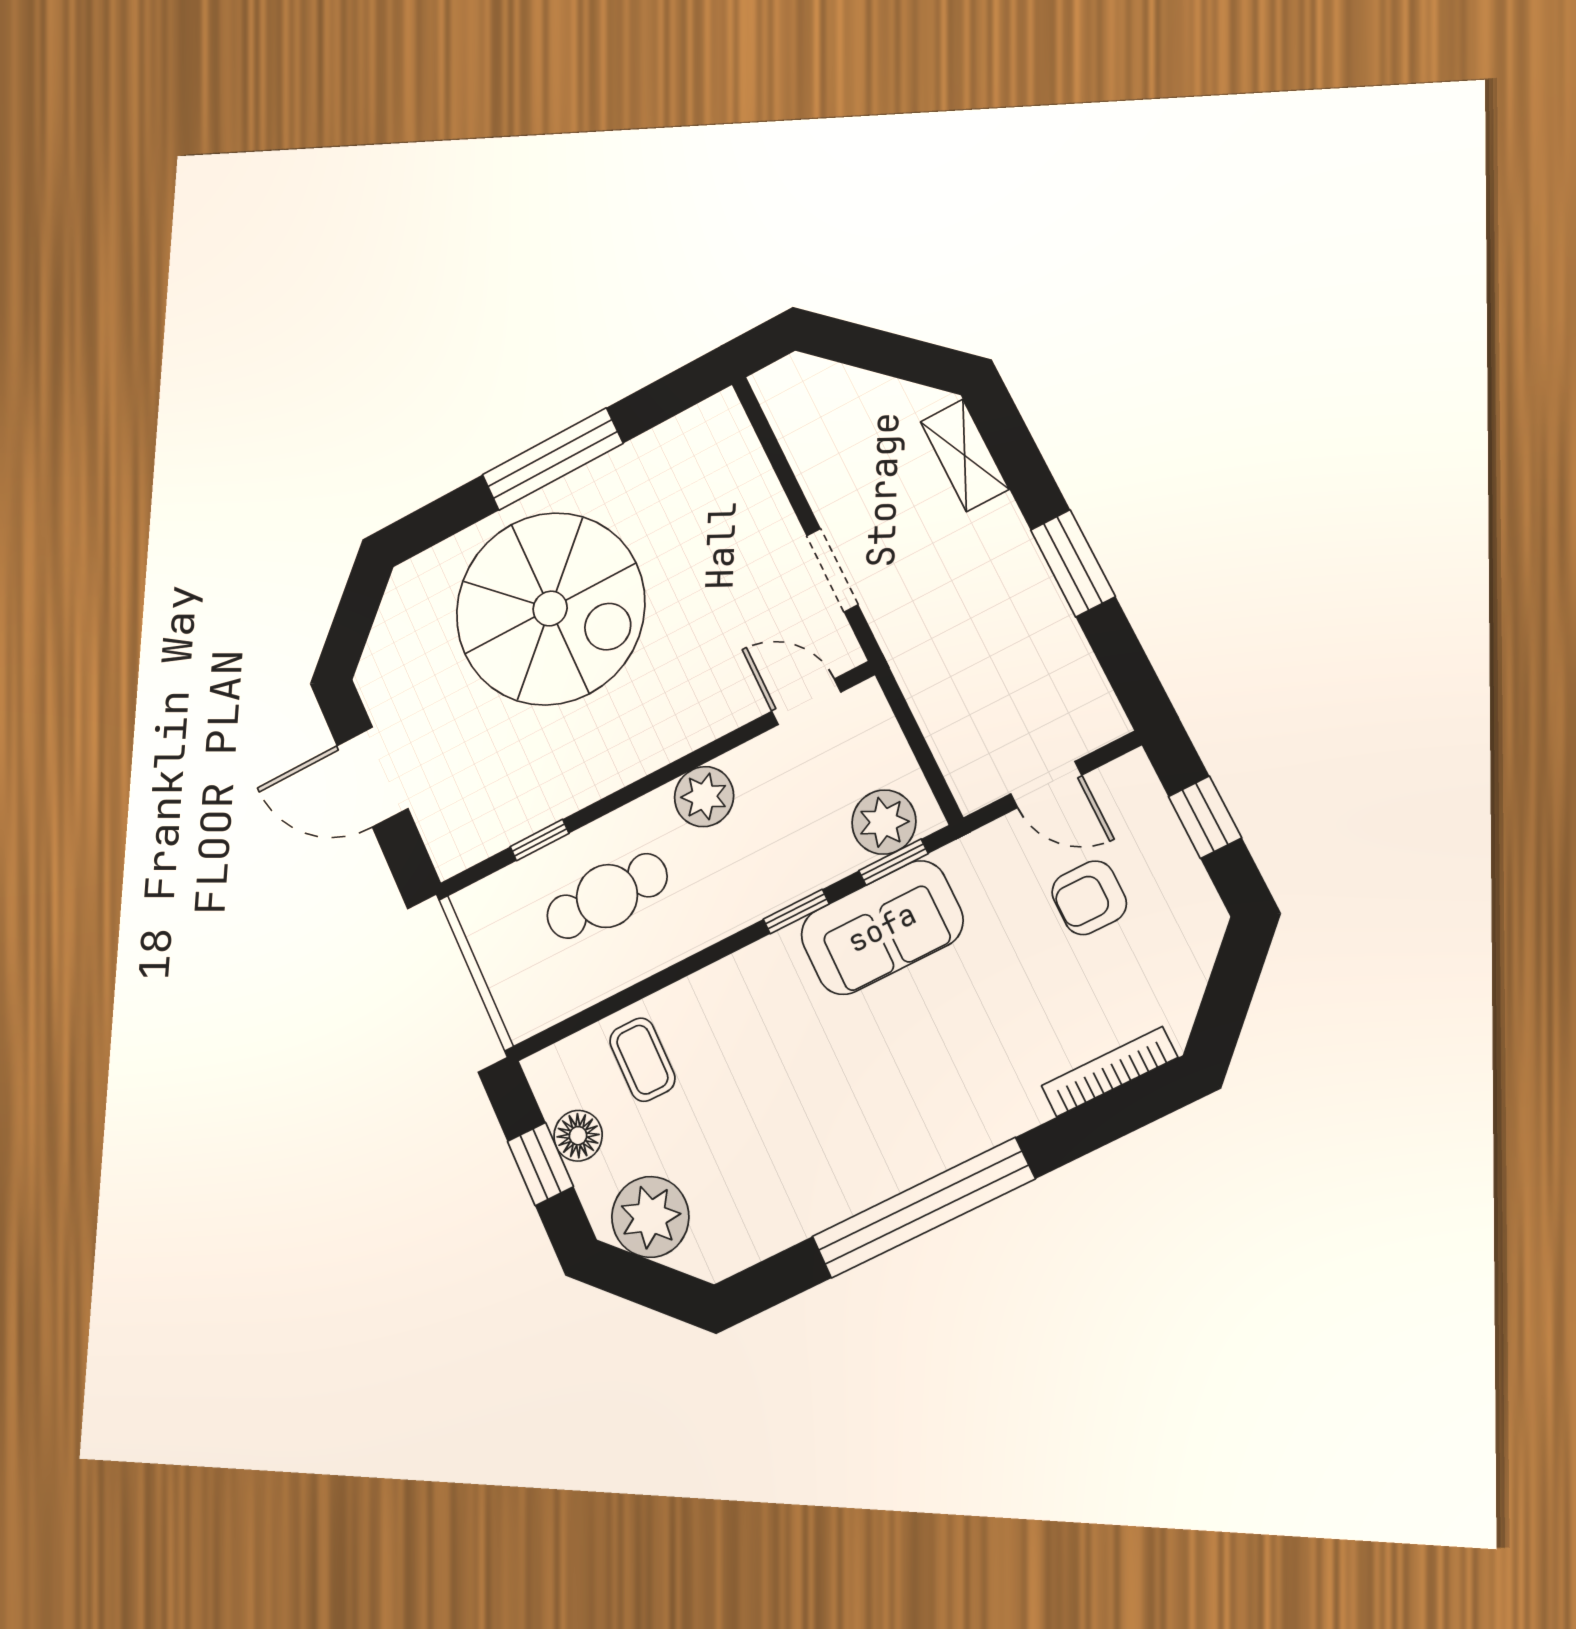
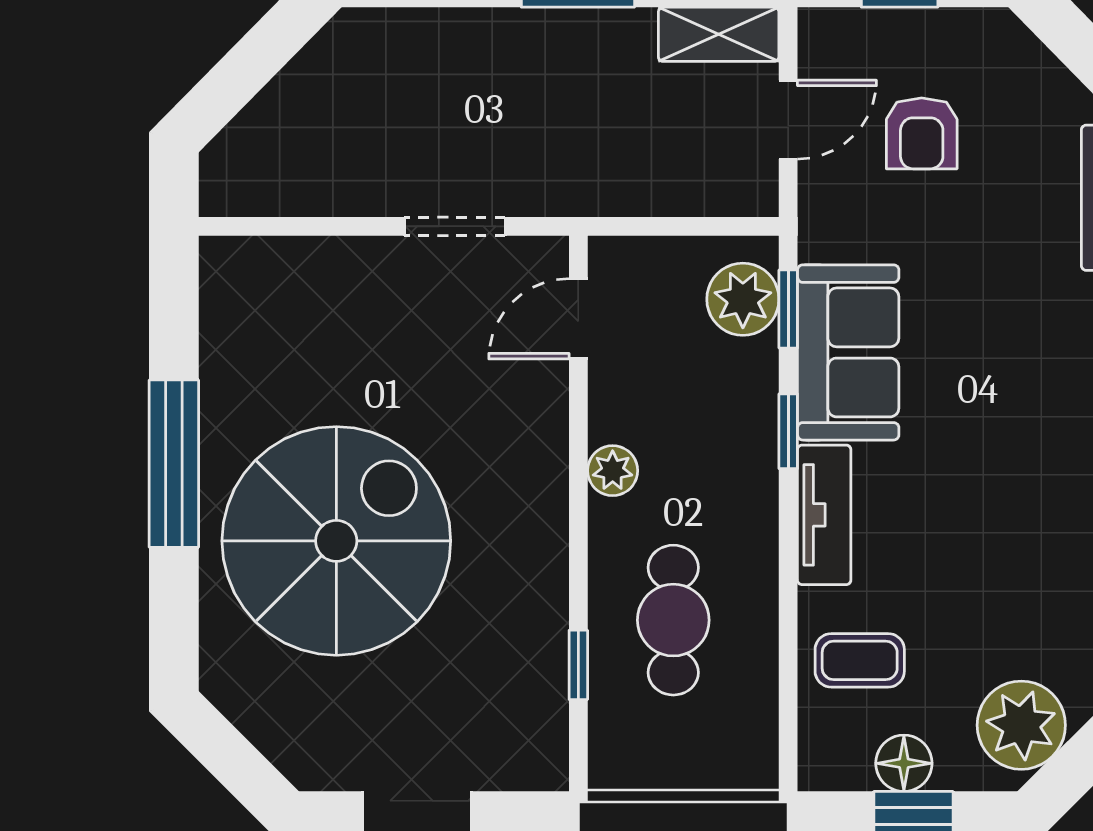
shelving: (965, 455) -> (719, 34), moved
plant: (704, 797) -> (613, 471), width x0.73, depth x0.73
tv unit: (744, 974) -> (824, 515), added

